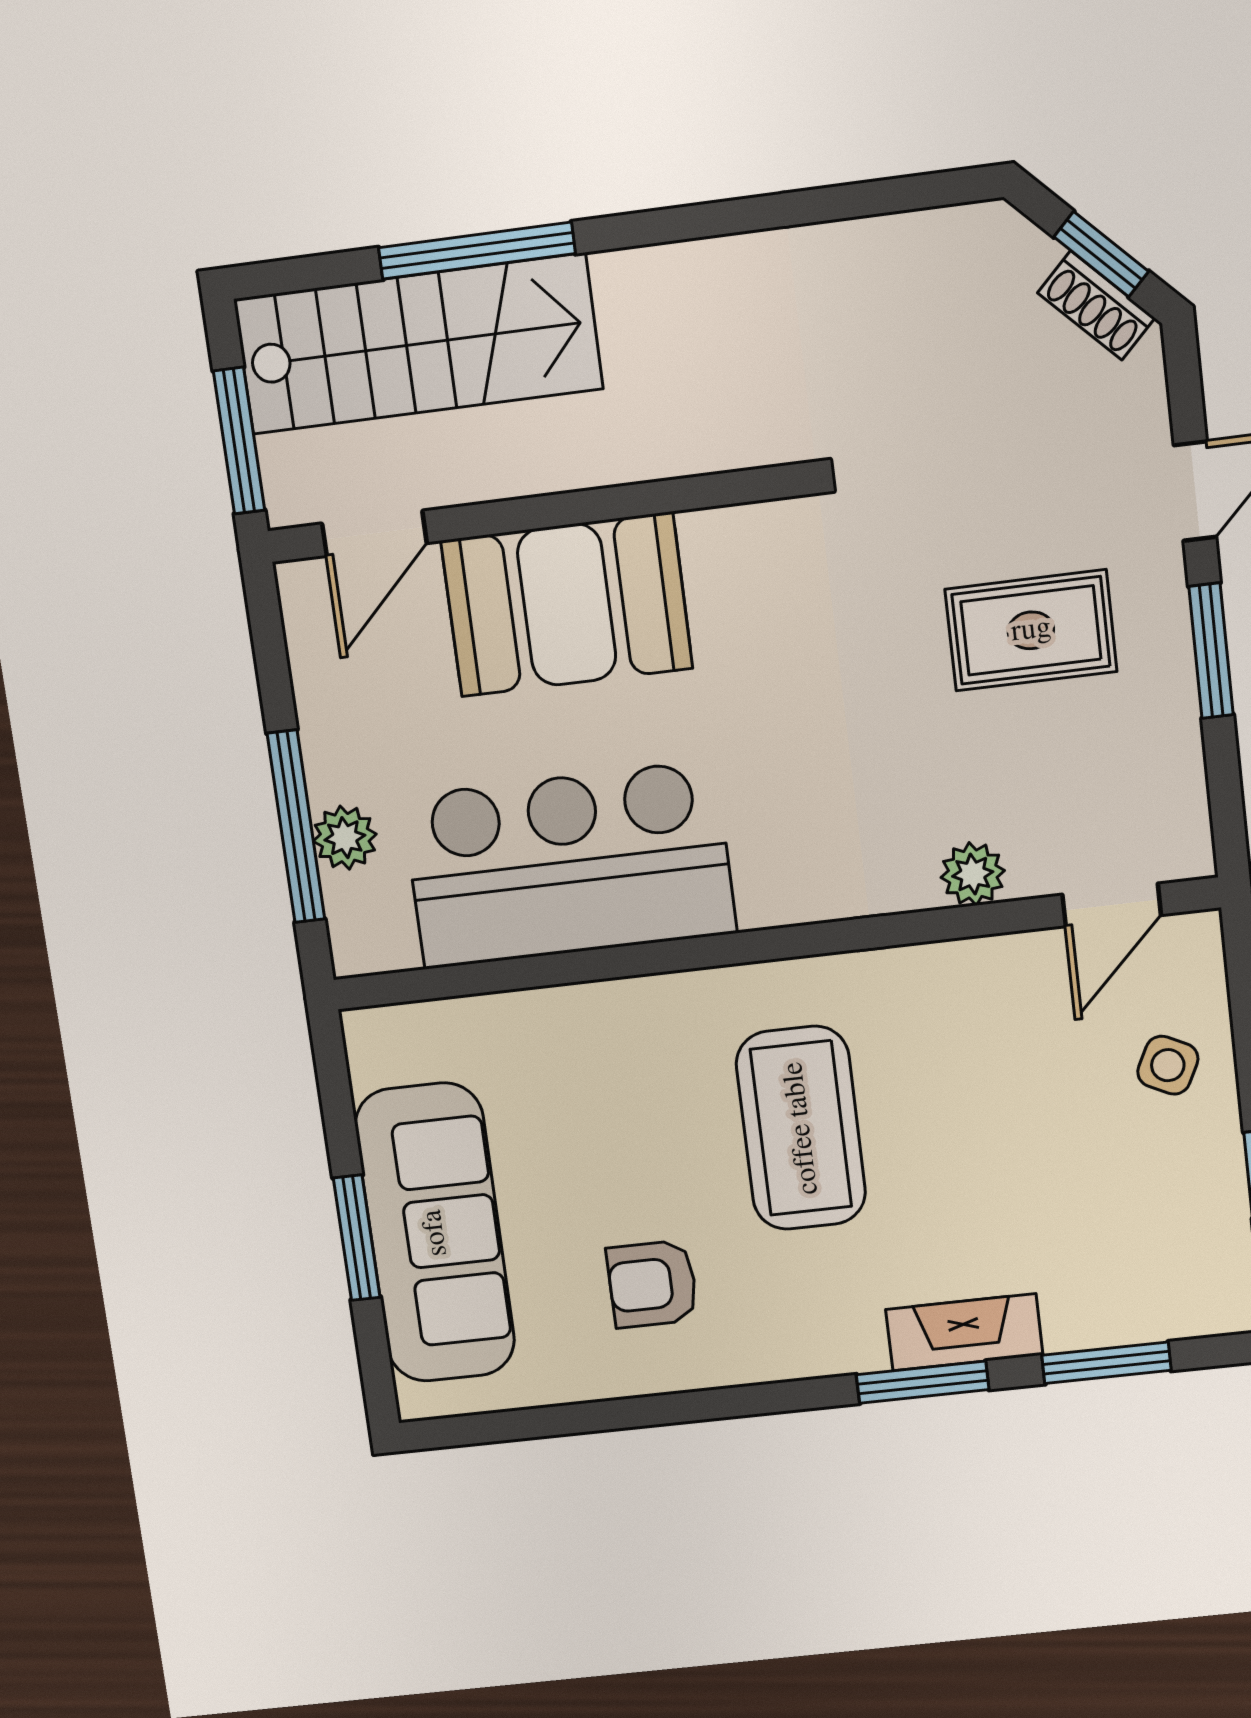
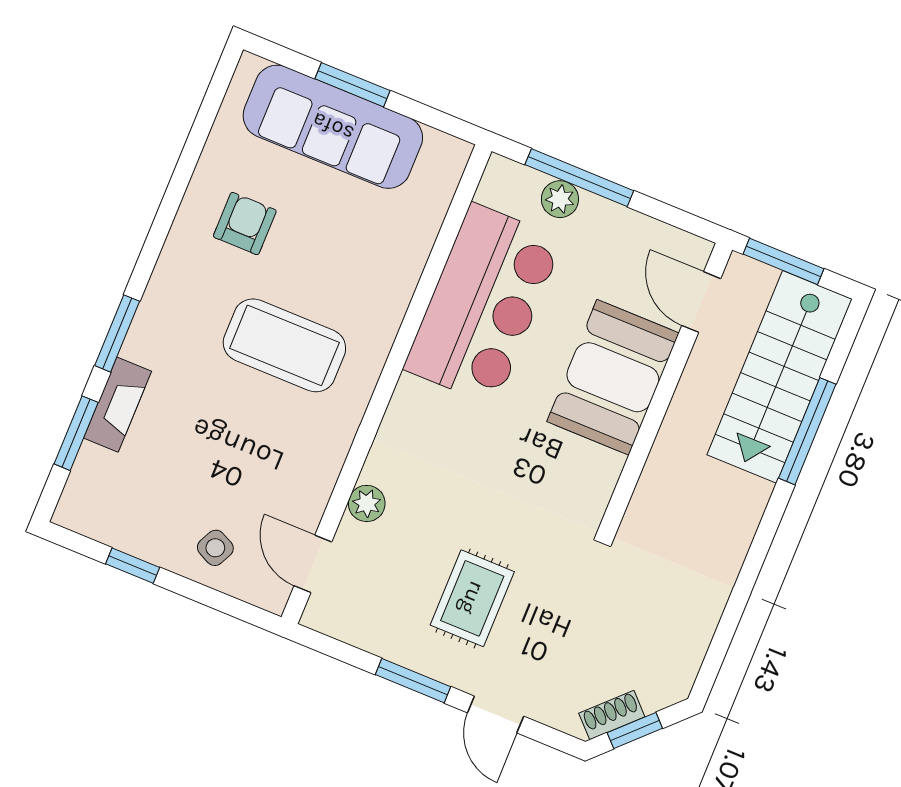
fireplace: (964, 1332) -> (118, 405), moved

